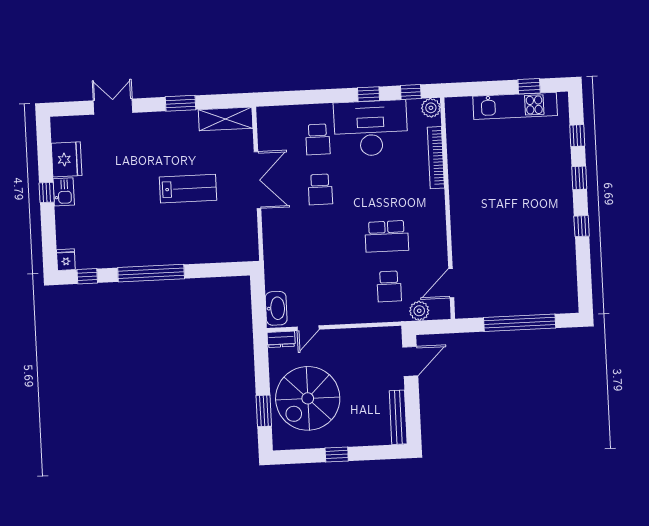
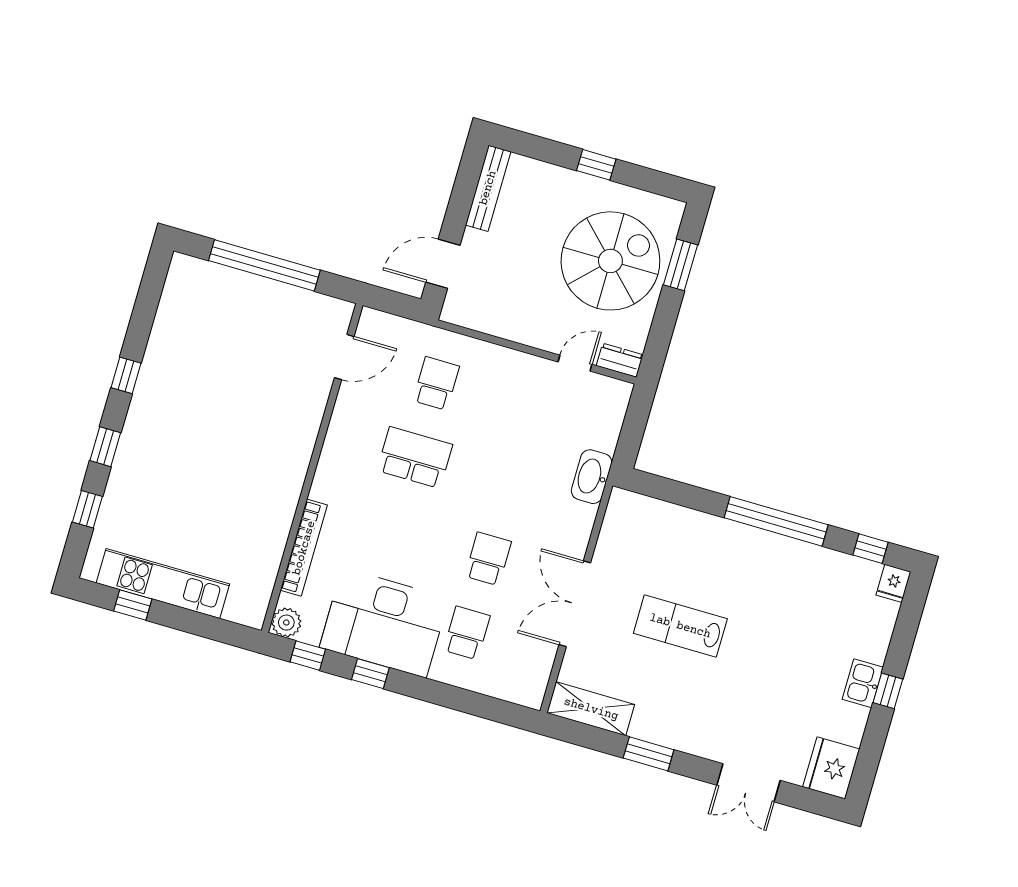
fridge: (67, 159) -> (831, 768), moved
washbasin: (276, 308) -> (592, 477), moved
plant: (419, 311) -> (404, 333), removed

